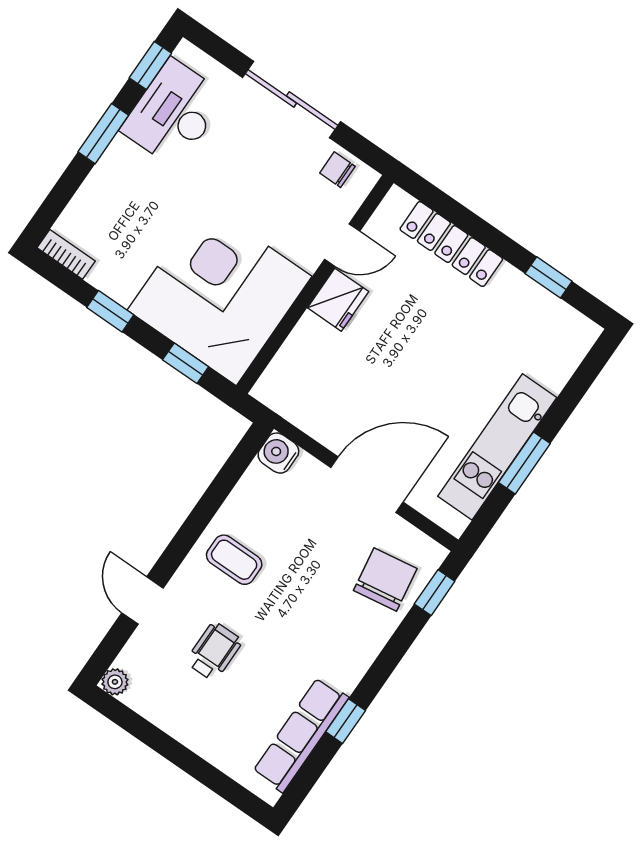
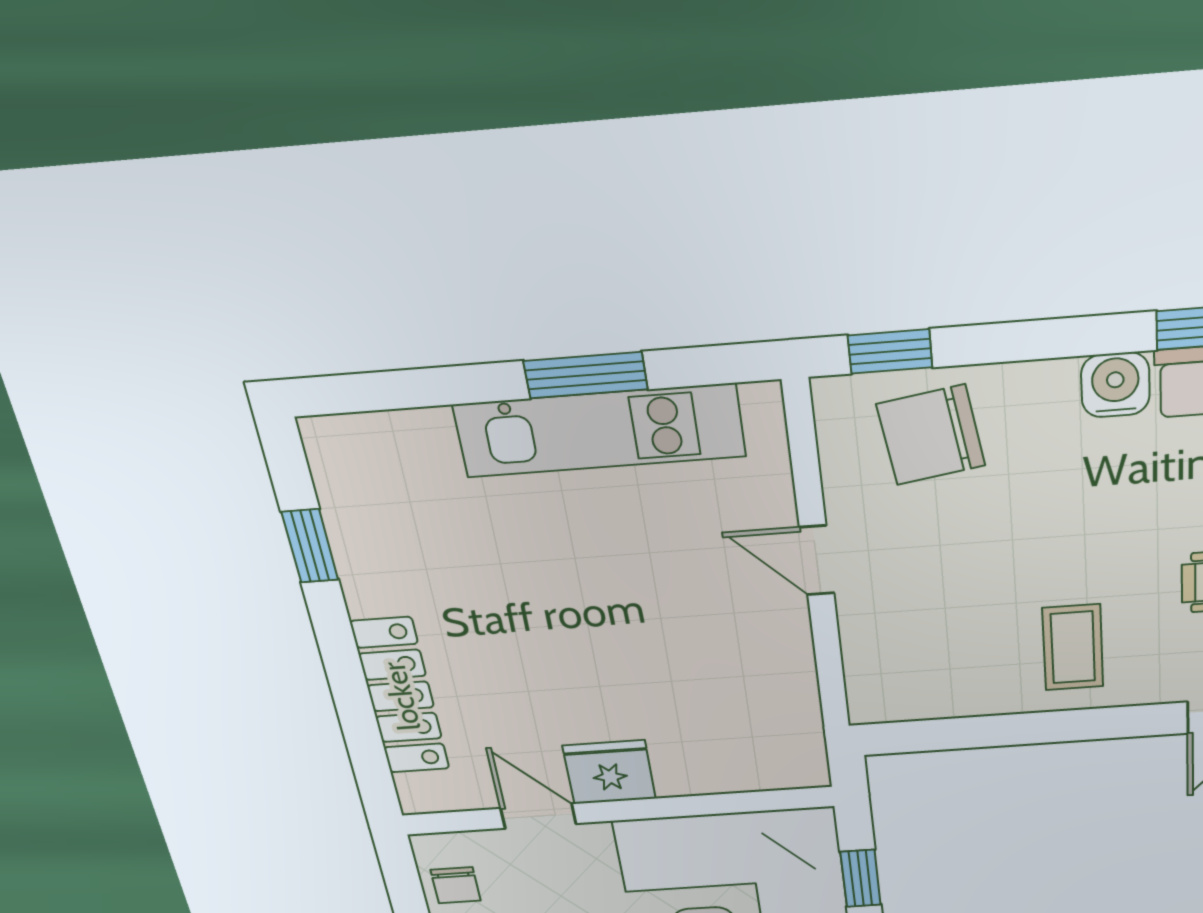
water cooler: (278, 453) -> (1115, 385), moved, turned 180
door: (367, 485) -> (817, 560), width x0.53

